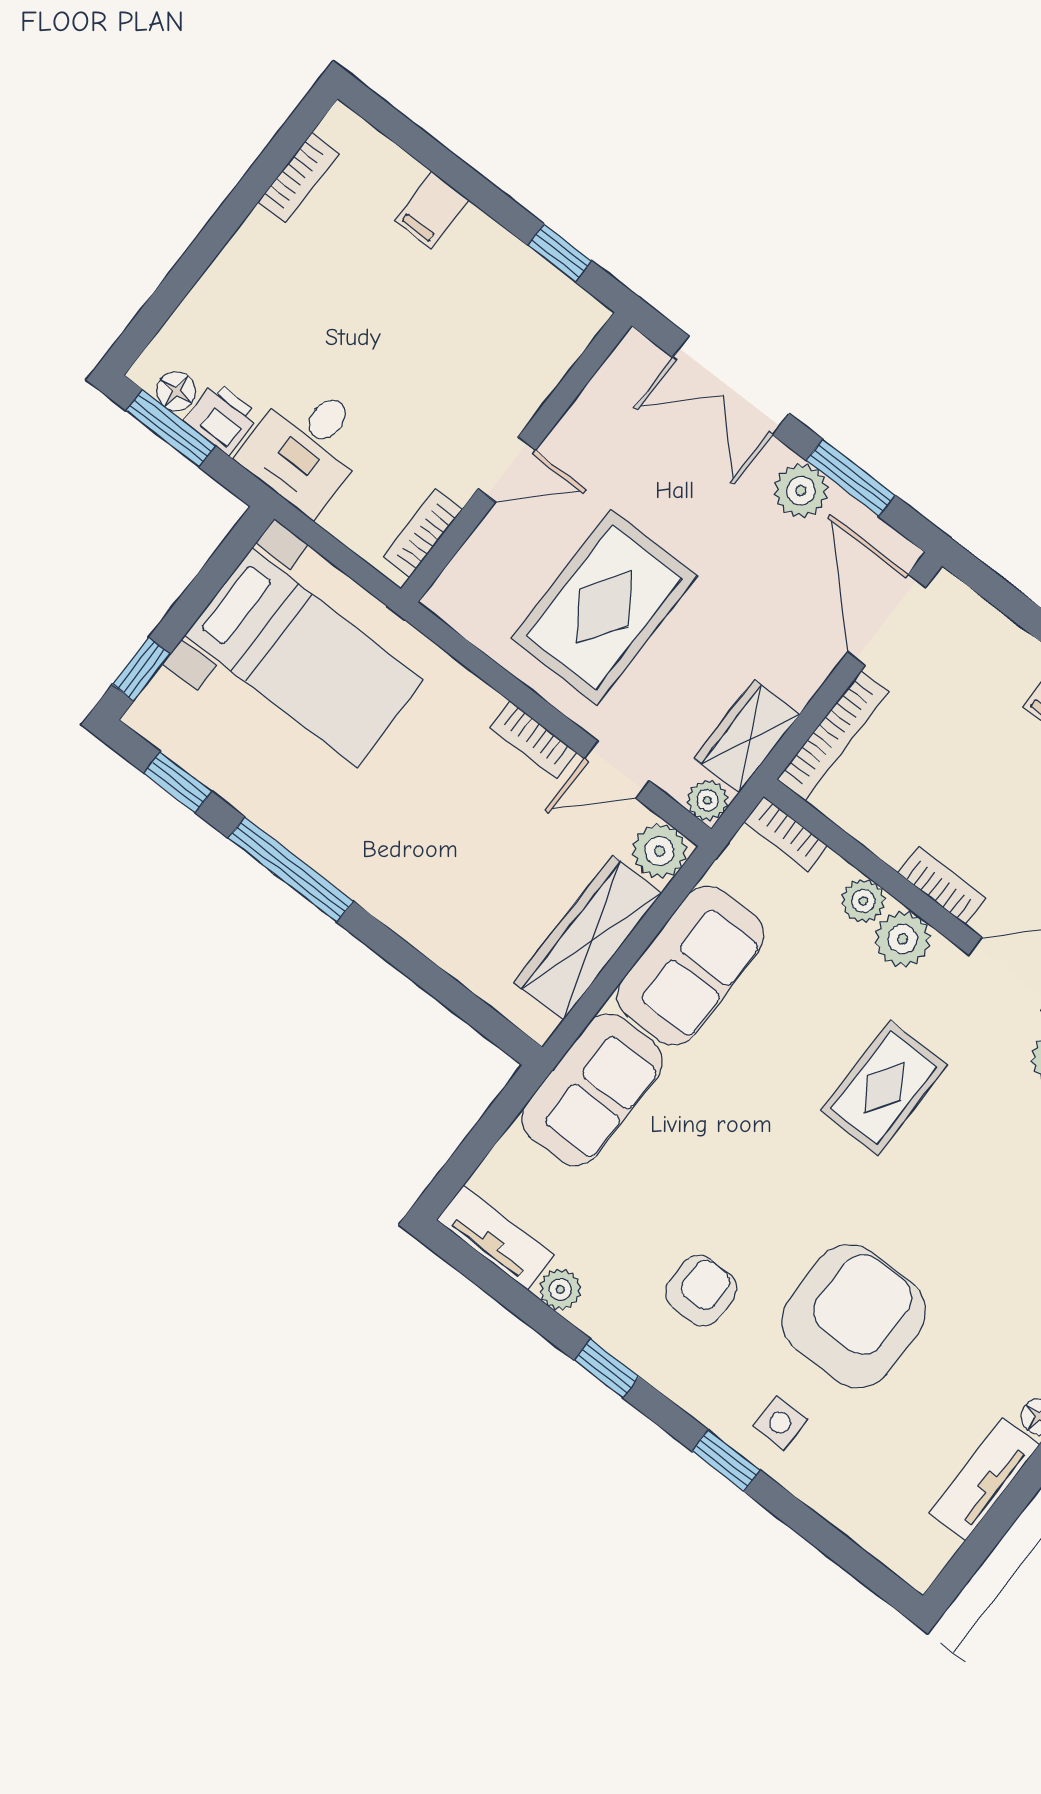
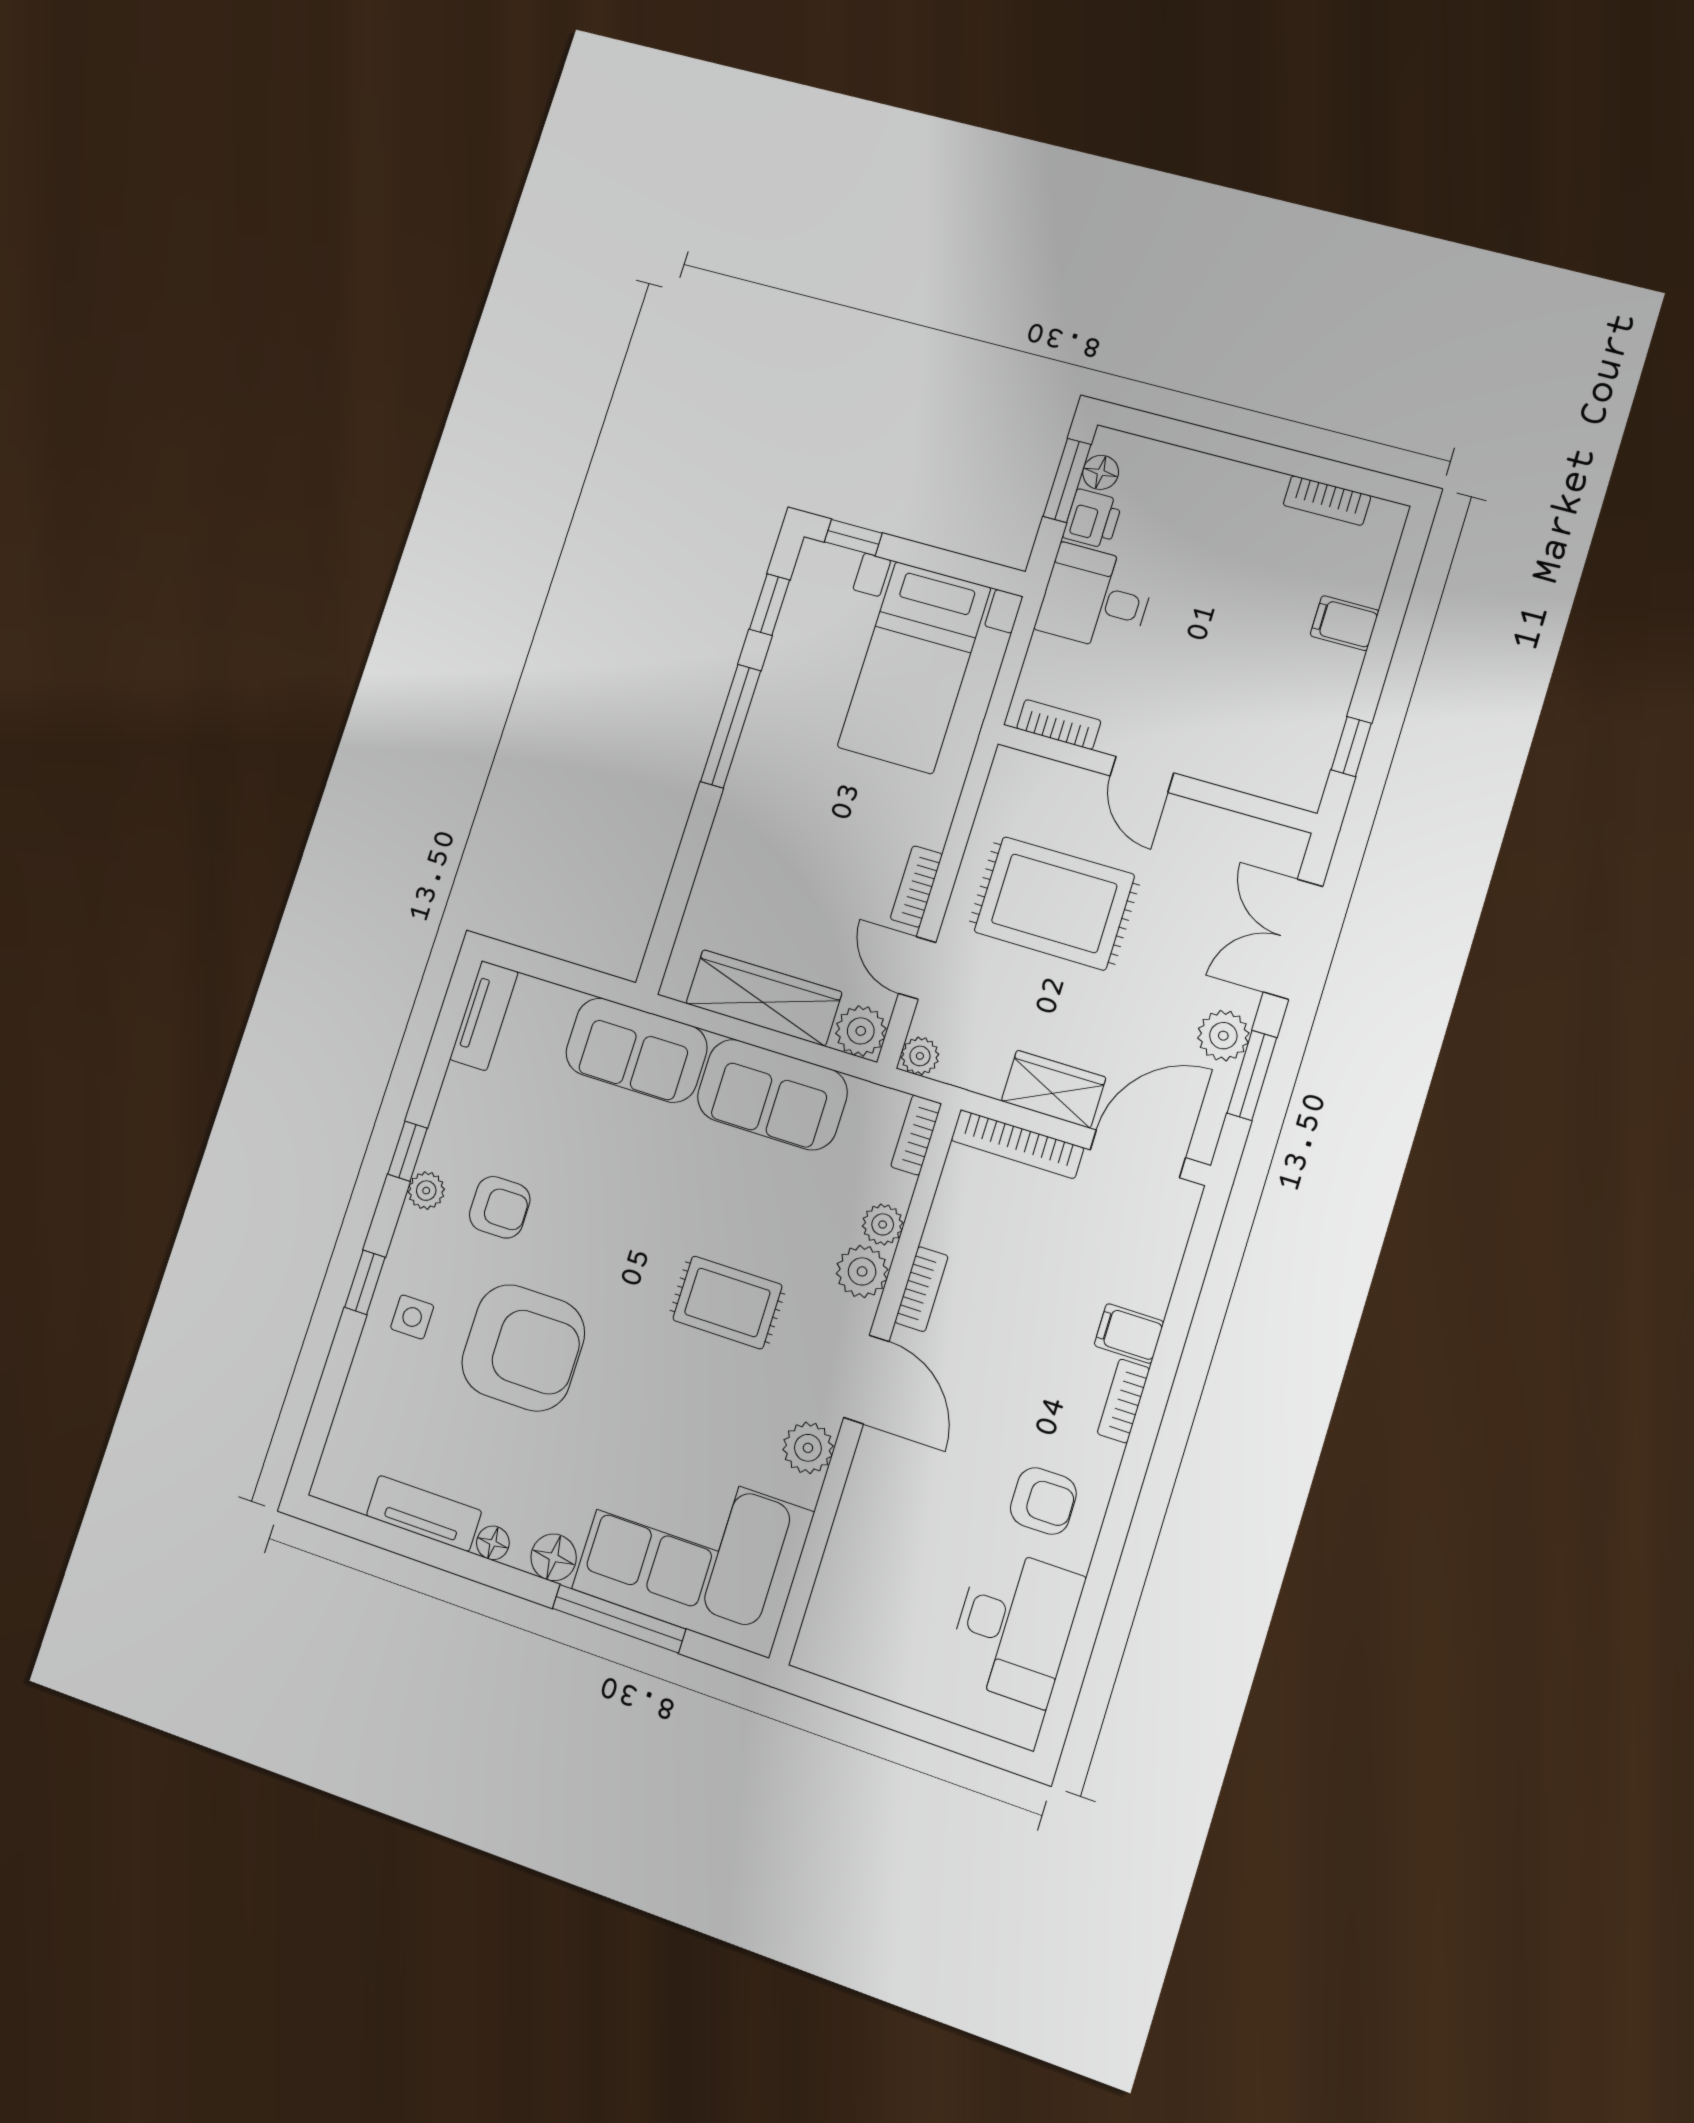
wardrobe: (747, 736) -> (1054, 1089), moved
plant: (560, 1289) -> (426, 1191), moved

